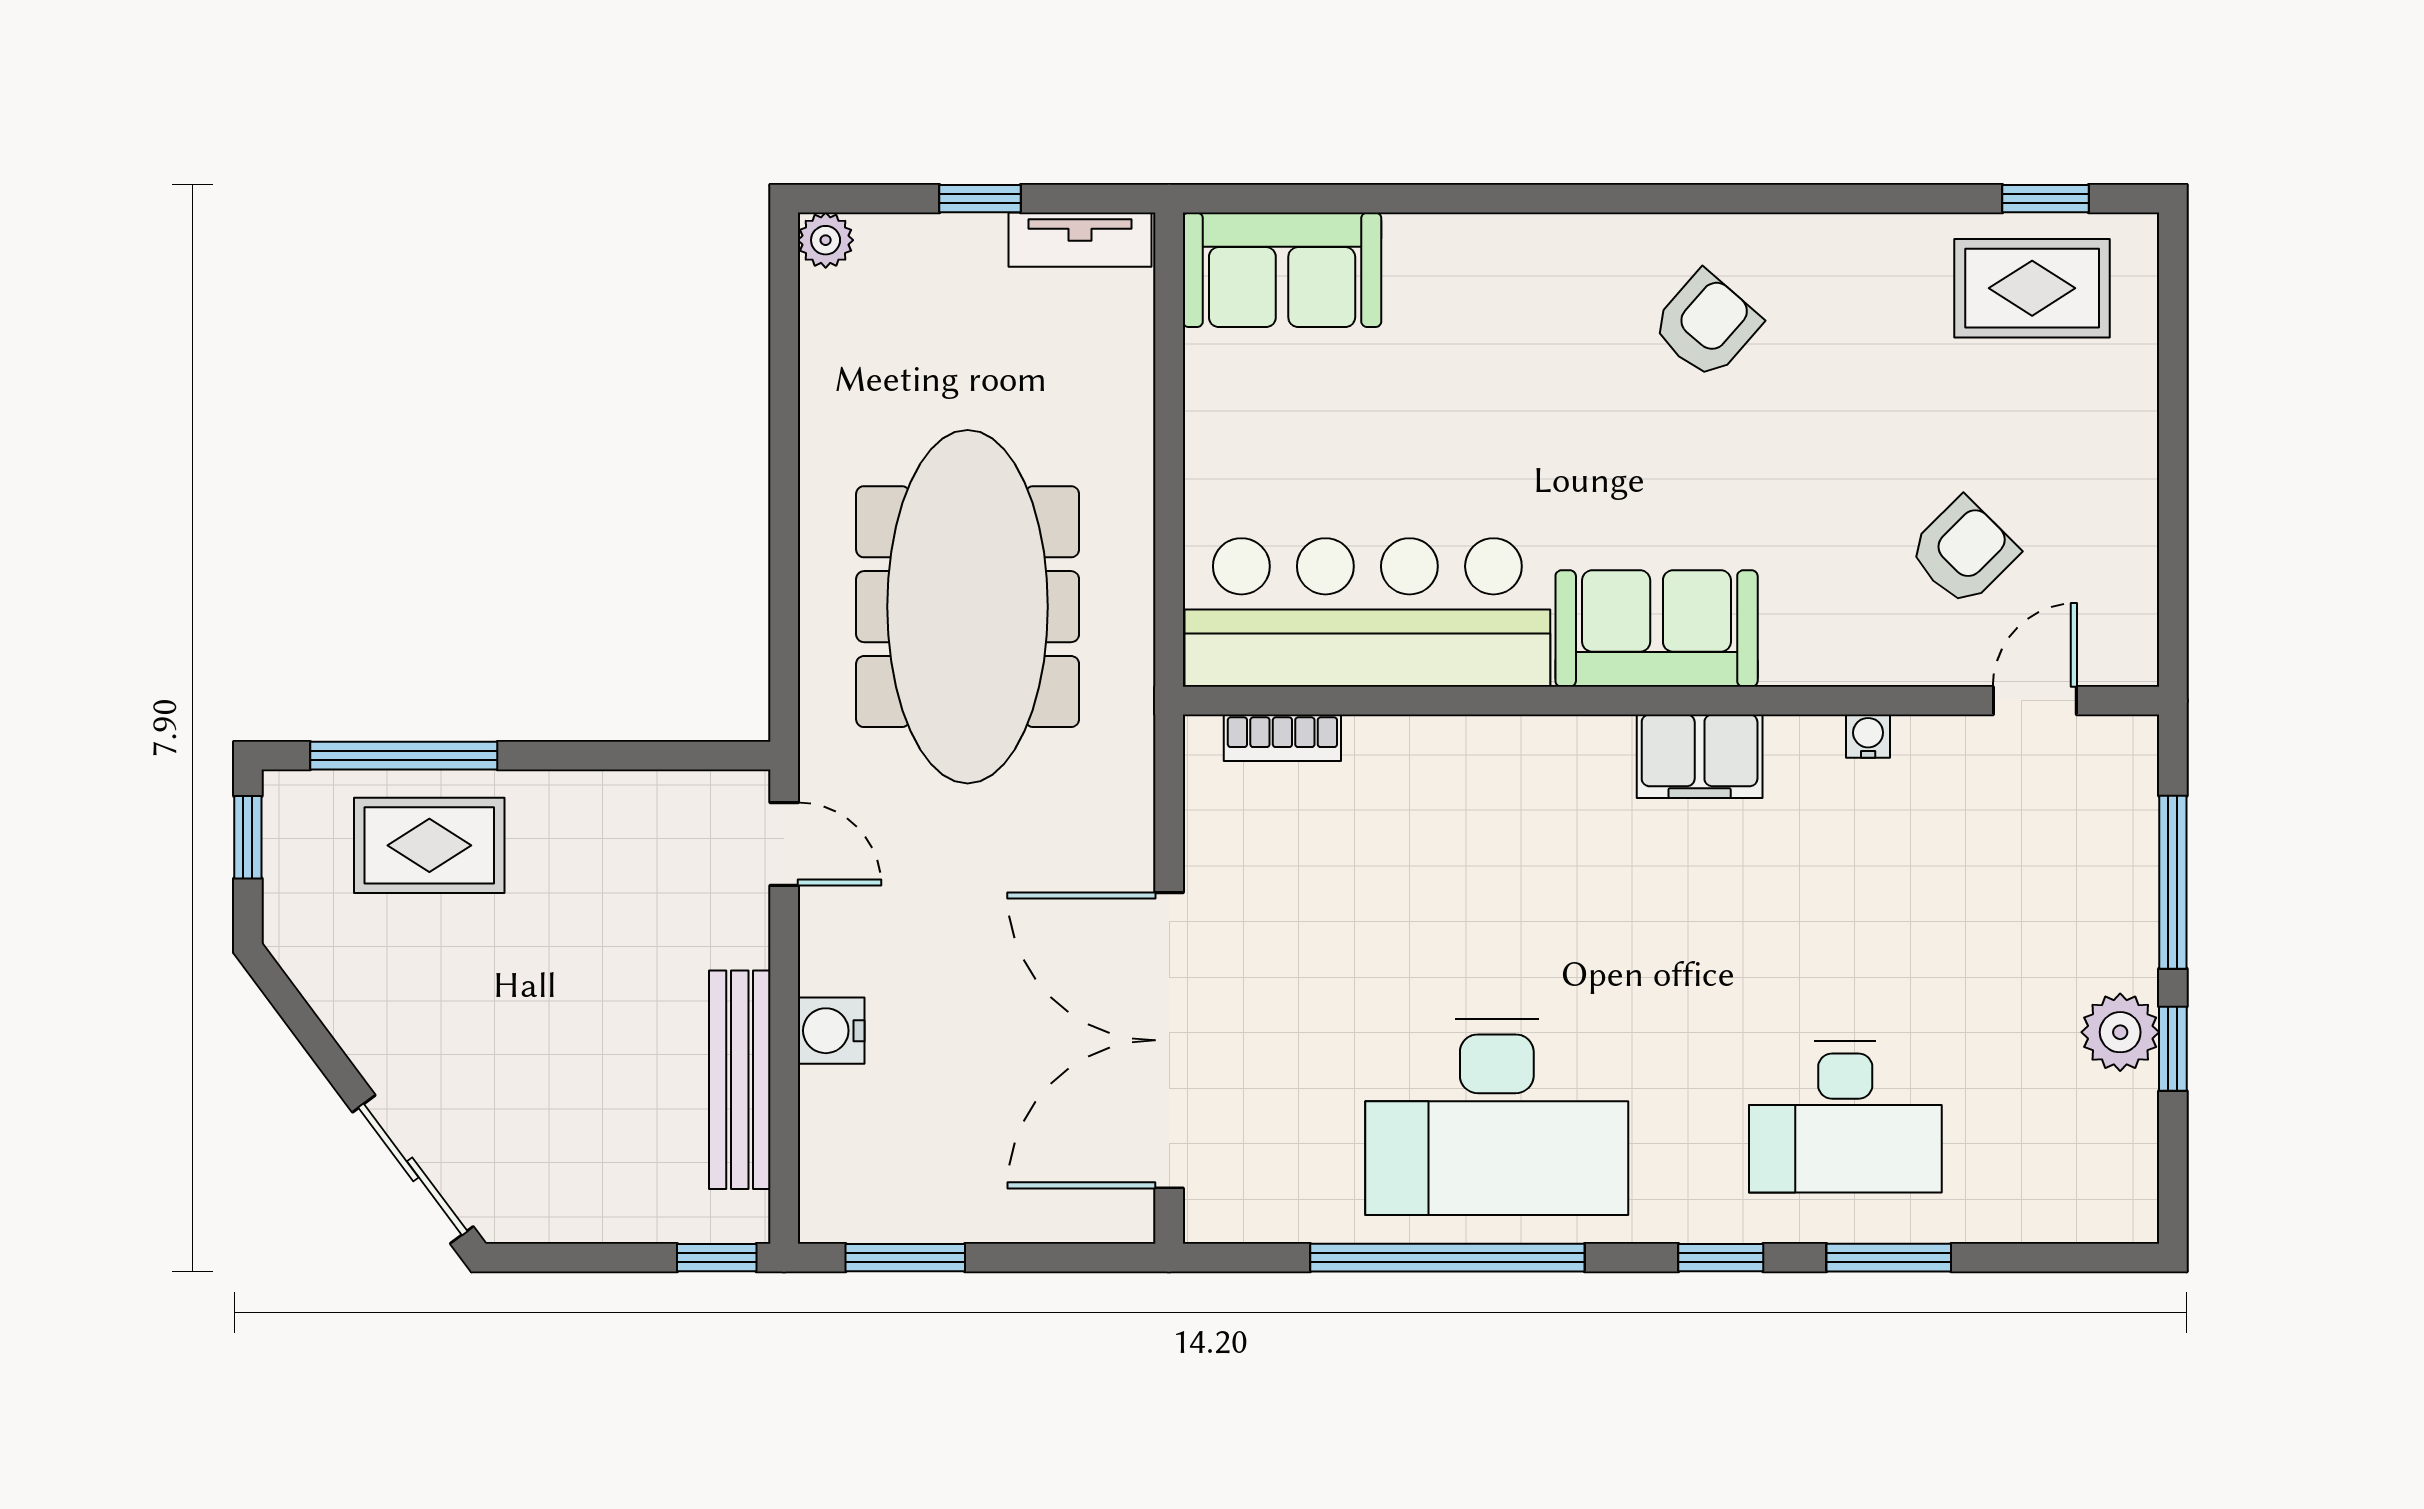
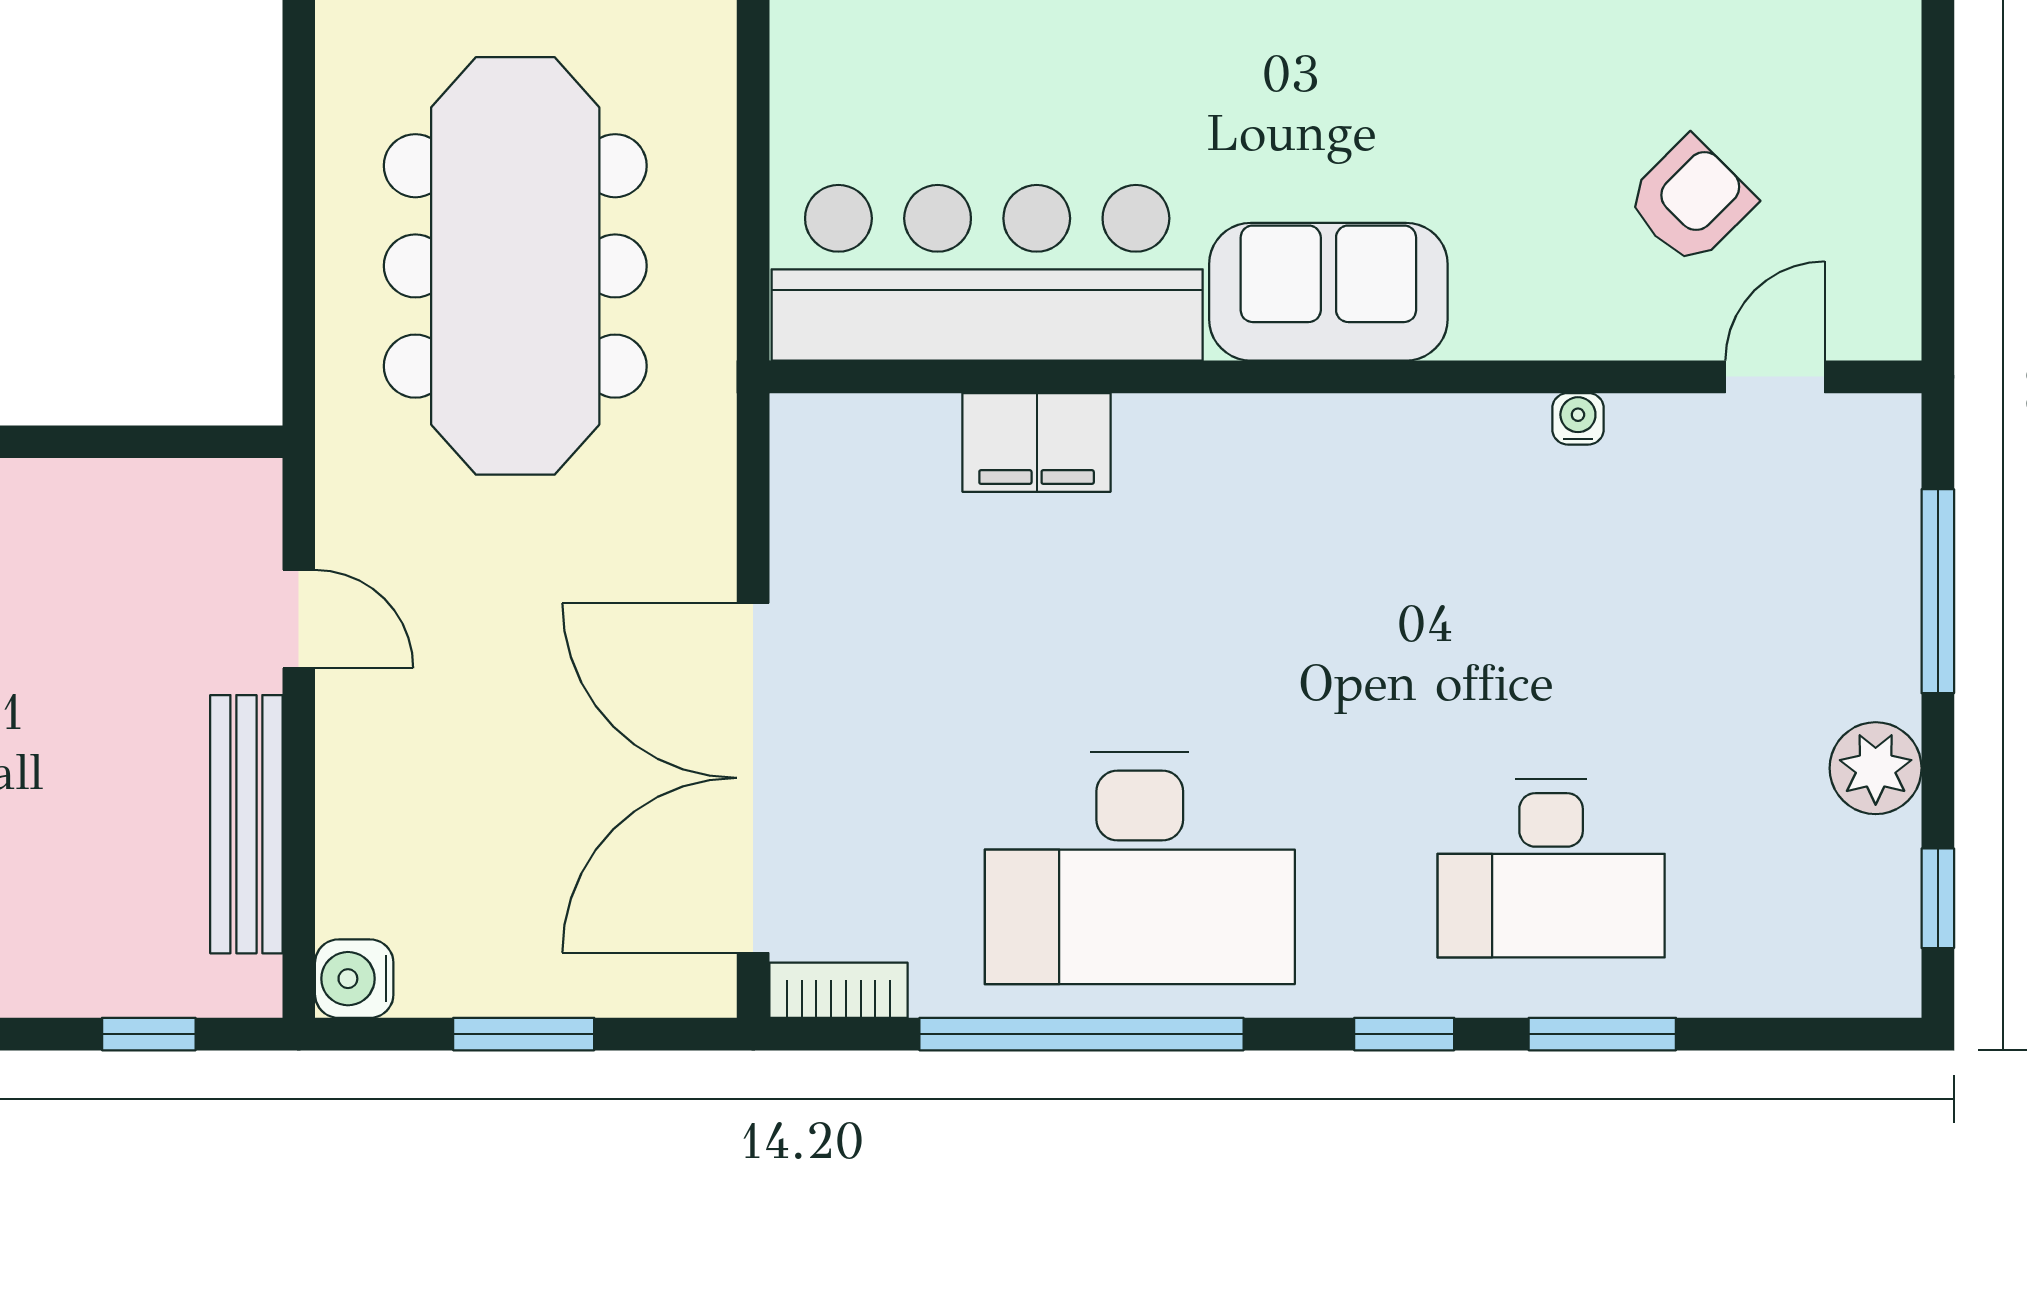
bookcase: (1282, 738) -> (838, 990), moved, turned 180
filing cabinet: (1700, 756) -> (1037, 442), moved
door: (784, 844) -> (299, 619), moved
water cooler: (831, 1031) -> (354, 979), moved
window: (2173, 1049) -> (1938, 898), moved
window: (717, 1258) -> (149, 1034), moved
window: (905, 1258) -> (524, 1034), moved

